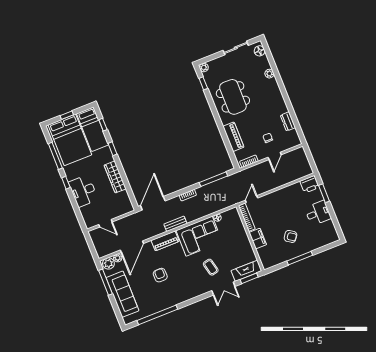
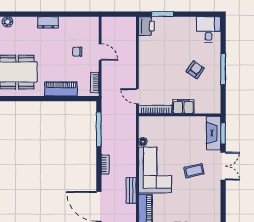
dresser: (288, 121) -> (48, 22), moved
desk: (318, 213) -> (208, 29), moved

